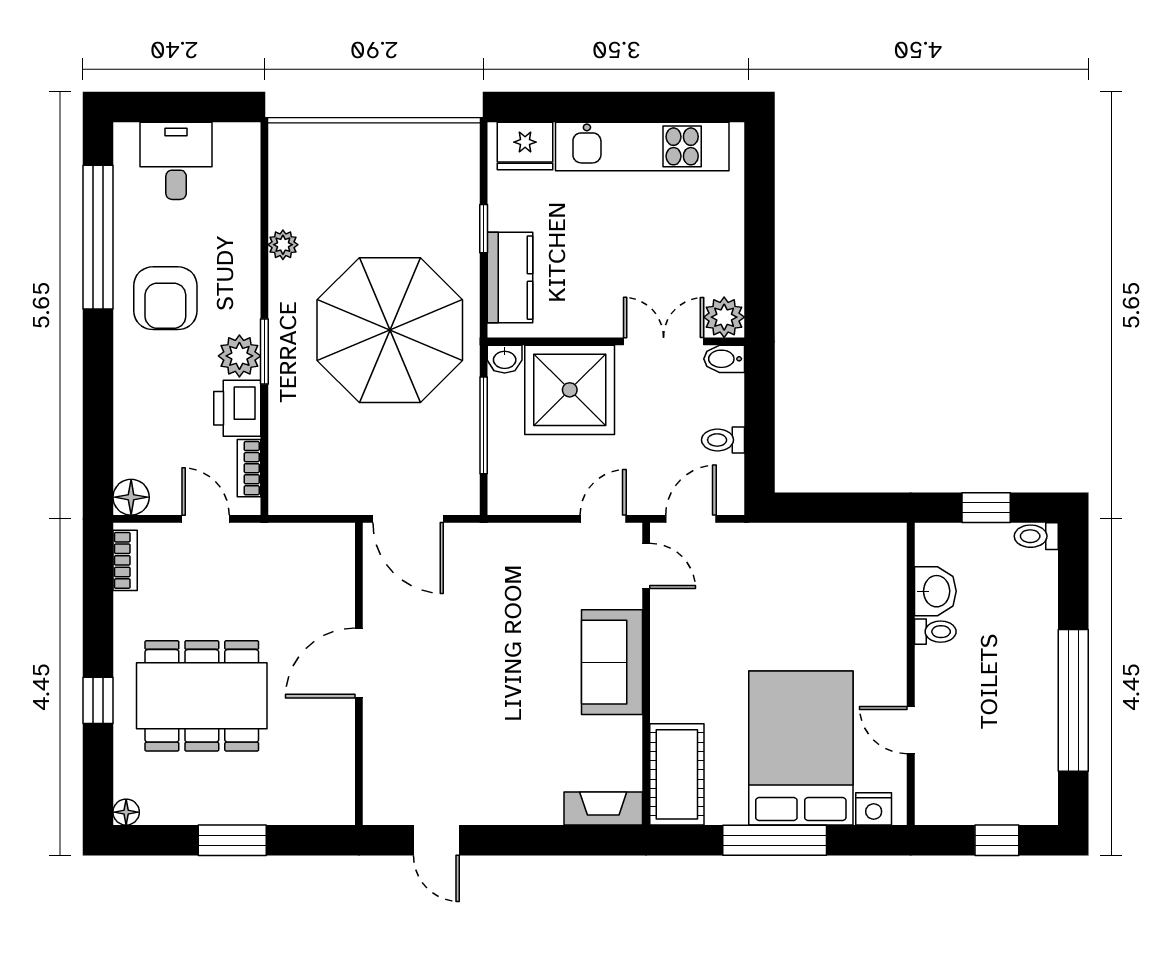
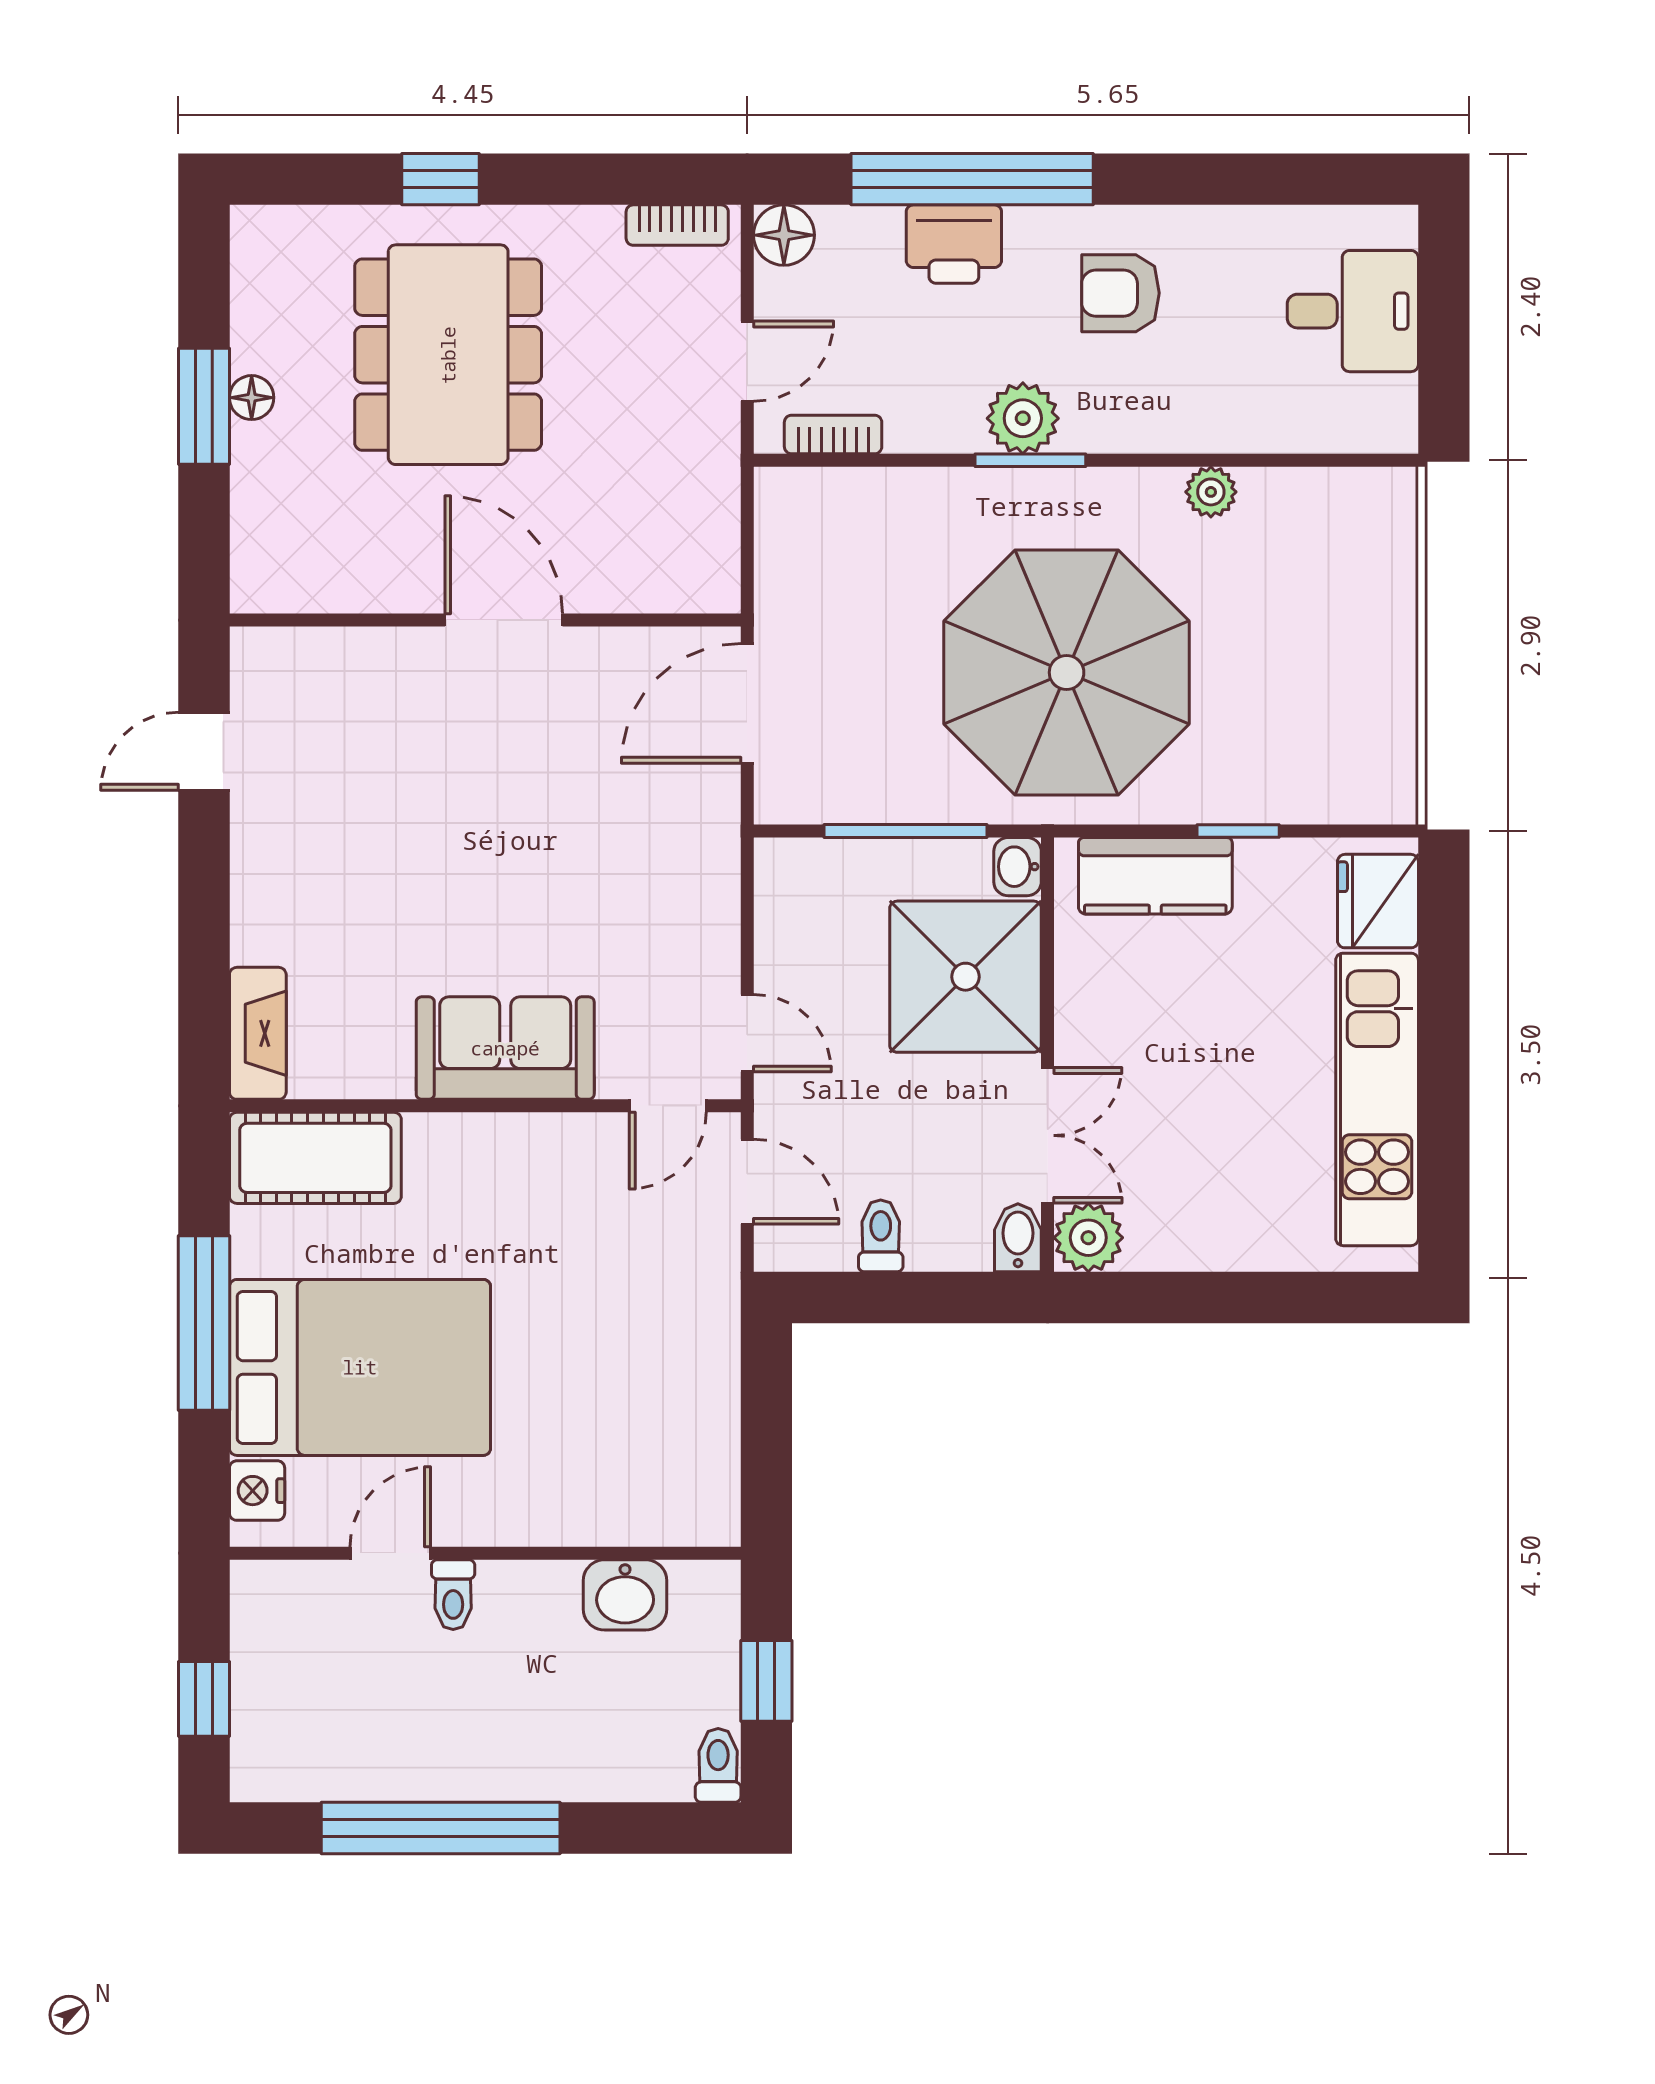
window: (98, 237) -> (972, 179), moved
armchair: (165, 298) -> (1120, 293), width x0.72, depth x0.72
printer: (237, 408) -> (954, 244), moved, turned 180
toilet: (935, 632) -> (453, 1595), moved
floor lamp: (126, 812) -> (252, 398), moved

